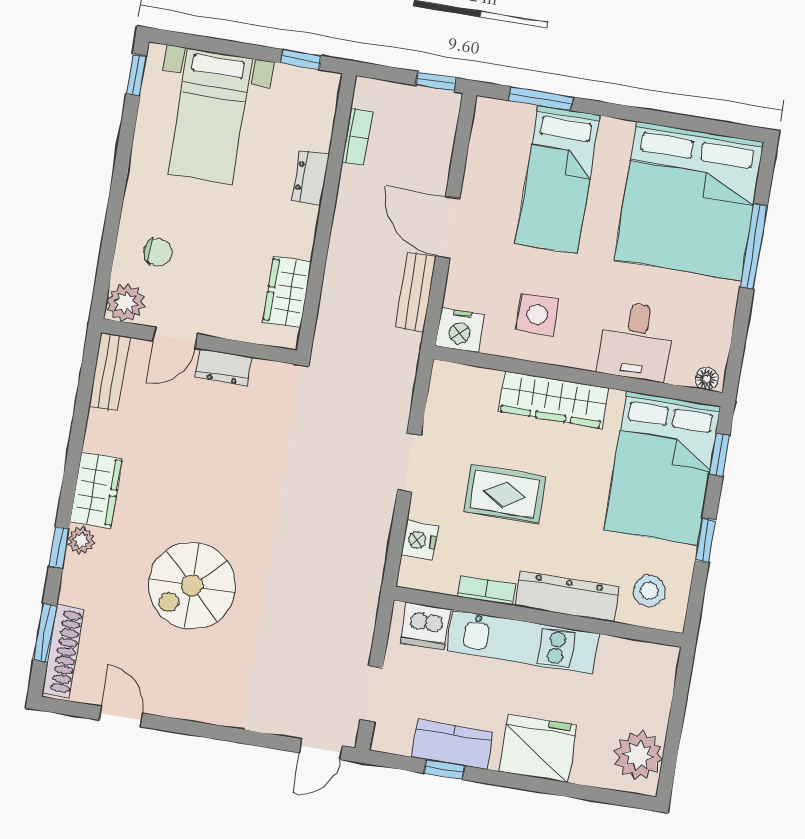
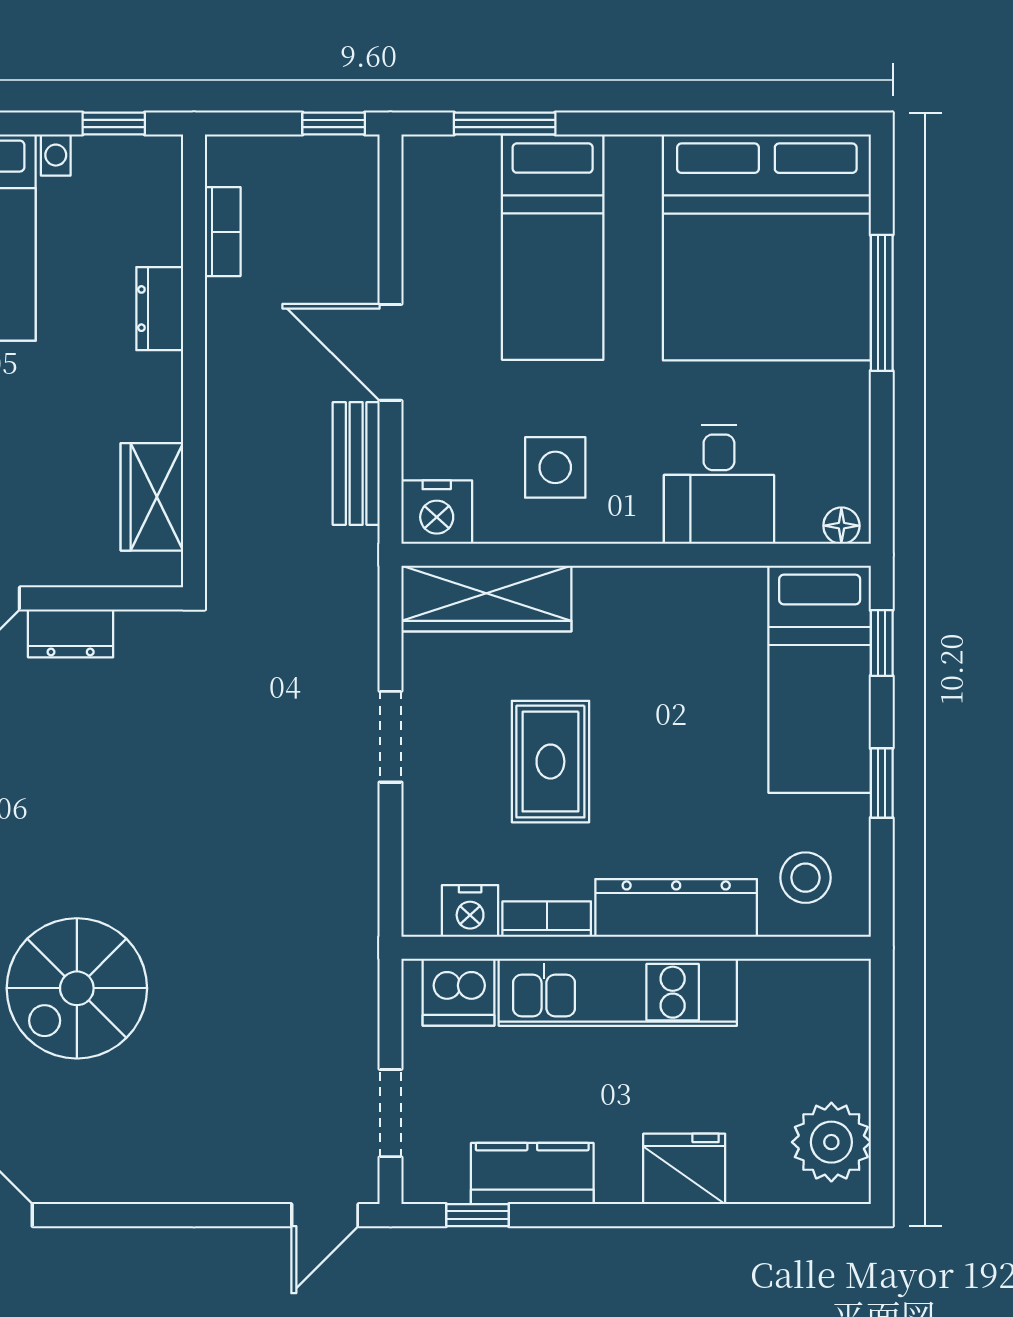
wardrobe: (553, 399) -> (486, 598), moved
bed: (662, 468) -> (820, 679), width x0.67
rug: (505, 494) -> (550, 762), turned 90
nightstand: (420, 540) -> (470, 911), moved, turned -90
fridge: (538, 748) -> (684, 1169), width x0.73, depth x0.75
window: (444, 769) -> (477, 1215), moved

